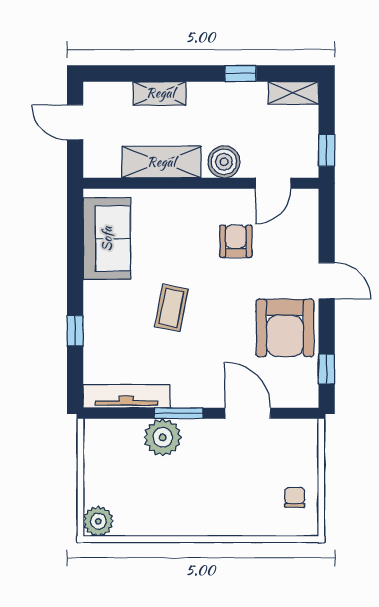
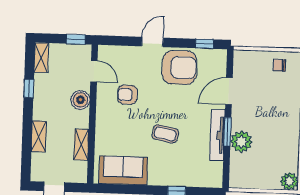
shelving: (161, 162) -> (81, 145), width x0.67, depth x0.75
tv unit: (126, 396) -> (217, 135), moved

